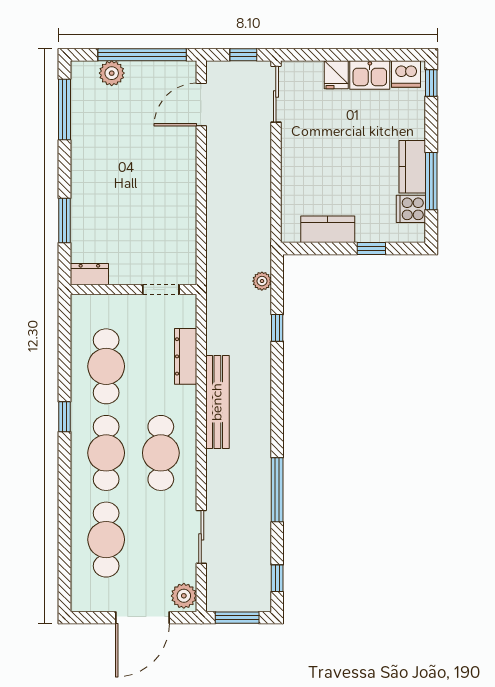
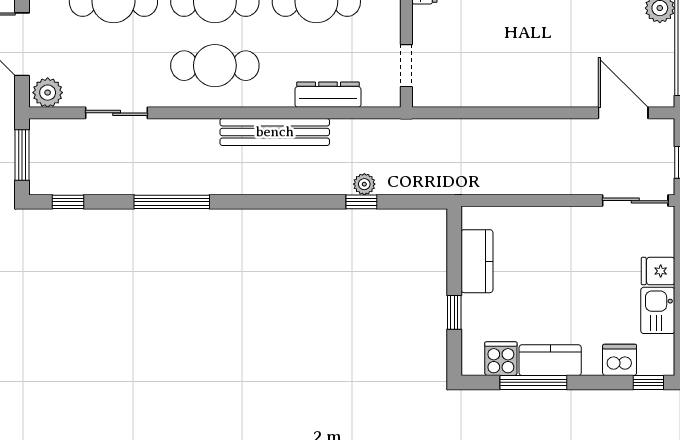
dishwasher: (406, 74) -> (620, 360), moved, turned 90
plant: (262, 281) -> (364, 184), moved

